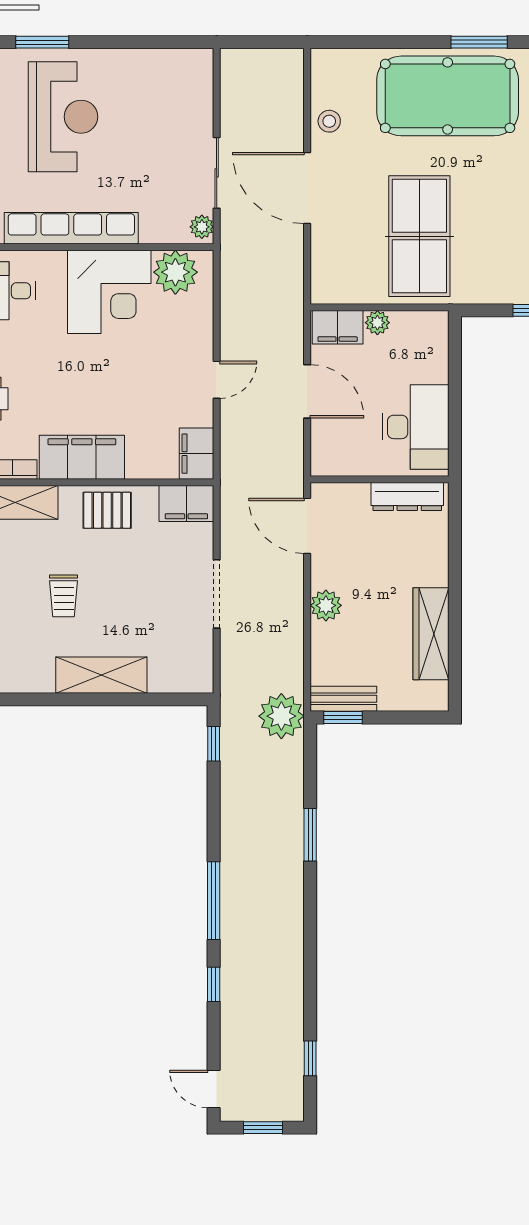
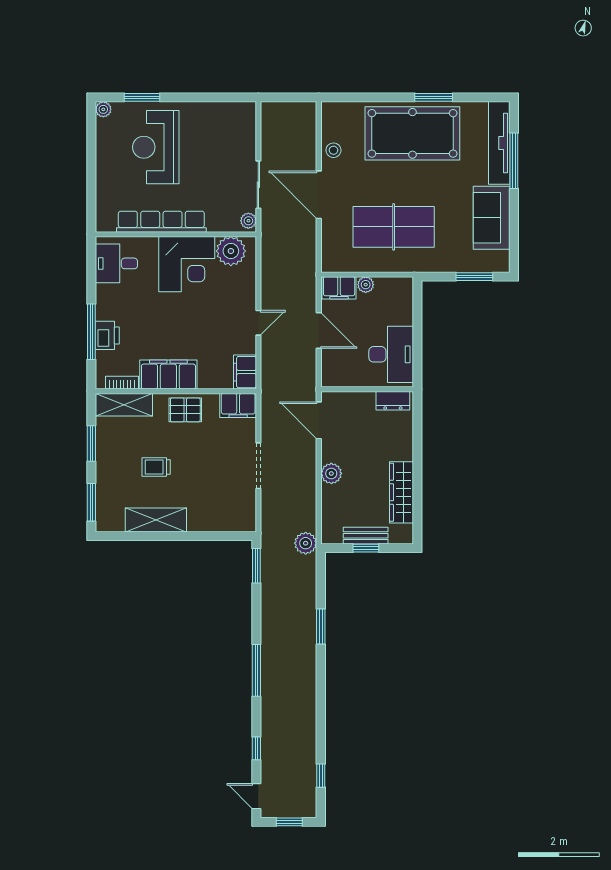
reception desk: (63, 117) -> (156, 147), turned 180
table tennis table: (419, 236) -> (394, 227), turned 90
dresser: (407, 496) -> (393, 401), width x0.70
trolley: (64, 596) -> (156, 467), turned 90
shelving: (101, 675) -> (156, 520), moved
bench: (343, 699) -> (366, 536), moved
plant: (281, 716) -> (306, 543), width x0.73, depth x0.73
window: (343, 717) -> (366, 548), moved
window: (214, 744) -> (256, 566), width x1.50
window: (214, 984) -> (256, 748), moved

